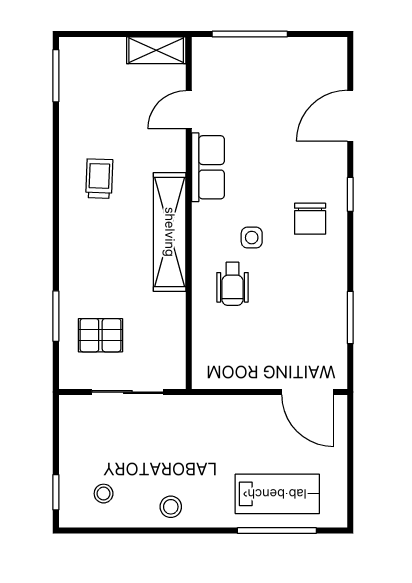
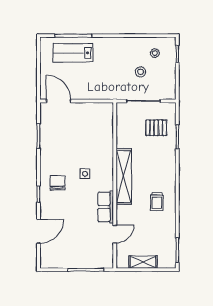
shelving: (156, 50) -> (143, 262), moved
wheelchair: (233, 284) -> (94, 152), removed
stool: (171, 507) -> (140, 72), moved

